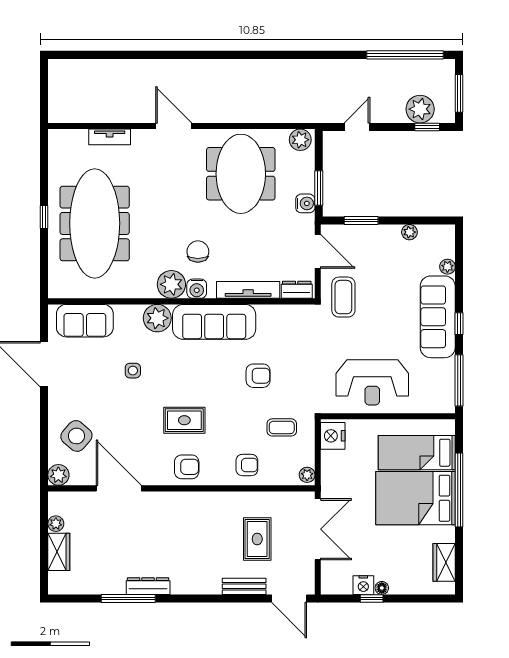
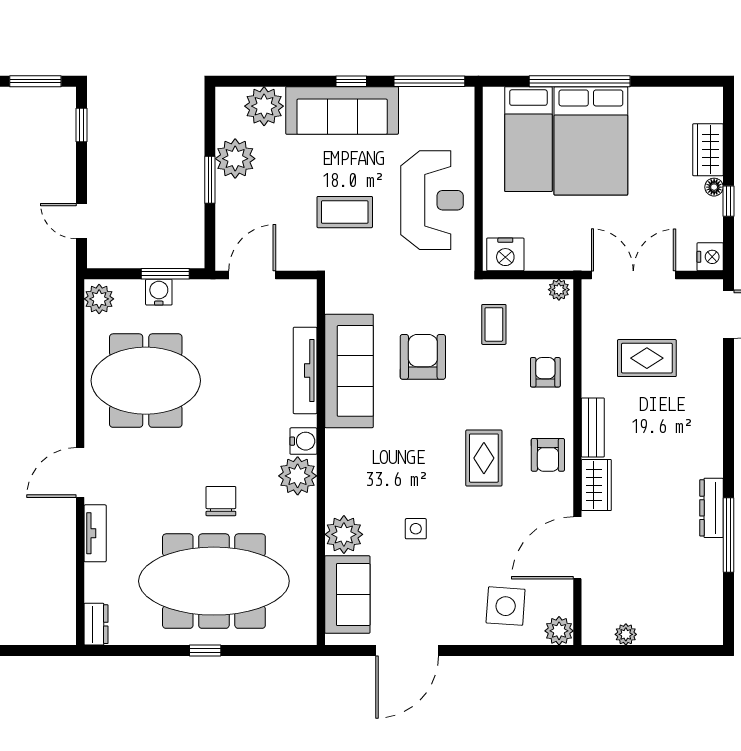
plant: (420, 109) -> (57, 135), removed
tv unit: (110, 137) -> (95, 533), moved
water cooler: (305, 203) -> (159, 292), moved
window: (361, 220) -> (210, 180), moved
plant: (409, 232) -> (235, 159), width x1.88, depth x1.88
chair: (198, 252) -> (221, 501), moved, turned 90
plant: (447, 267) -> (264, 106), width x1.88, depth x1.88
dresser: (297, 290) -> (96, 624), moved, turned 180
coffee table: (343, 297) -> (345, 212), moved
plant: (157, 318) -> (344, 534), moved
sofa: (214, 322) -> (349, 371), moved
armchair: (258, 376) -> (423, 357), width x1.38, depth x1.38
side table: (76, 436) -> (506, 606), turned -37
armchair: (187, 467) -> (548, 455), turned 180
wardrobe: (59, 552) -> (596, 485), moved, turned 90
wardrobe: (444, 562) -> (708, 150), moved, turned 90
nightstand: (363, 585) -> (710, 257), moved
bench: (244, 586) -> (593, 427), moved

